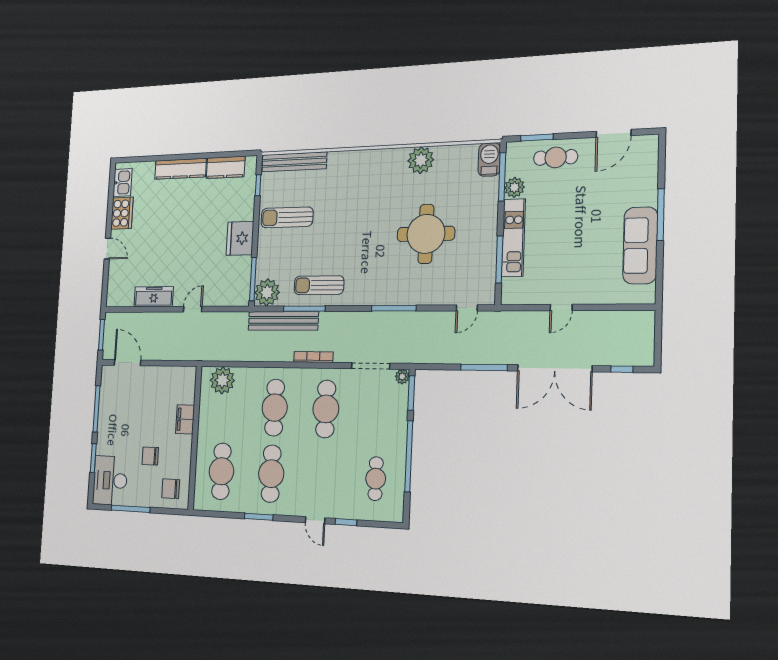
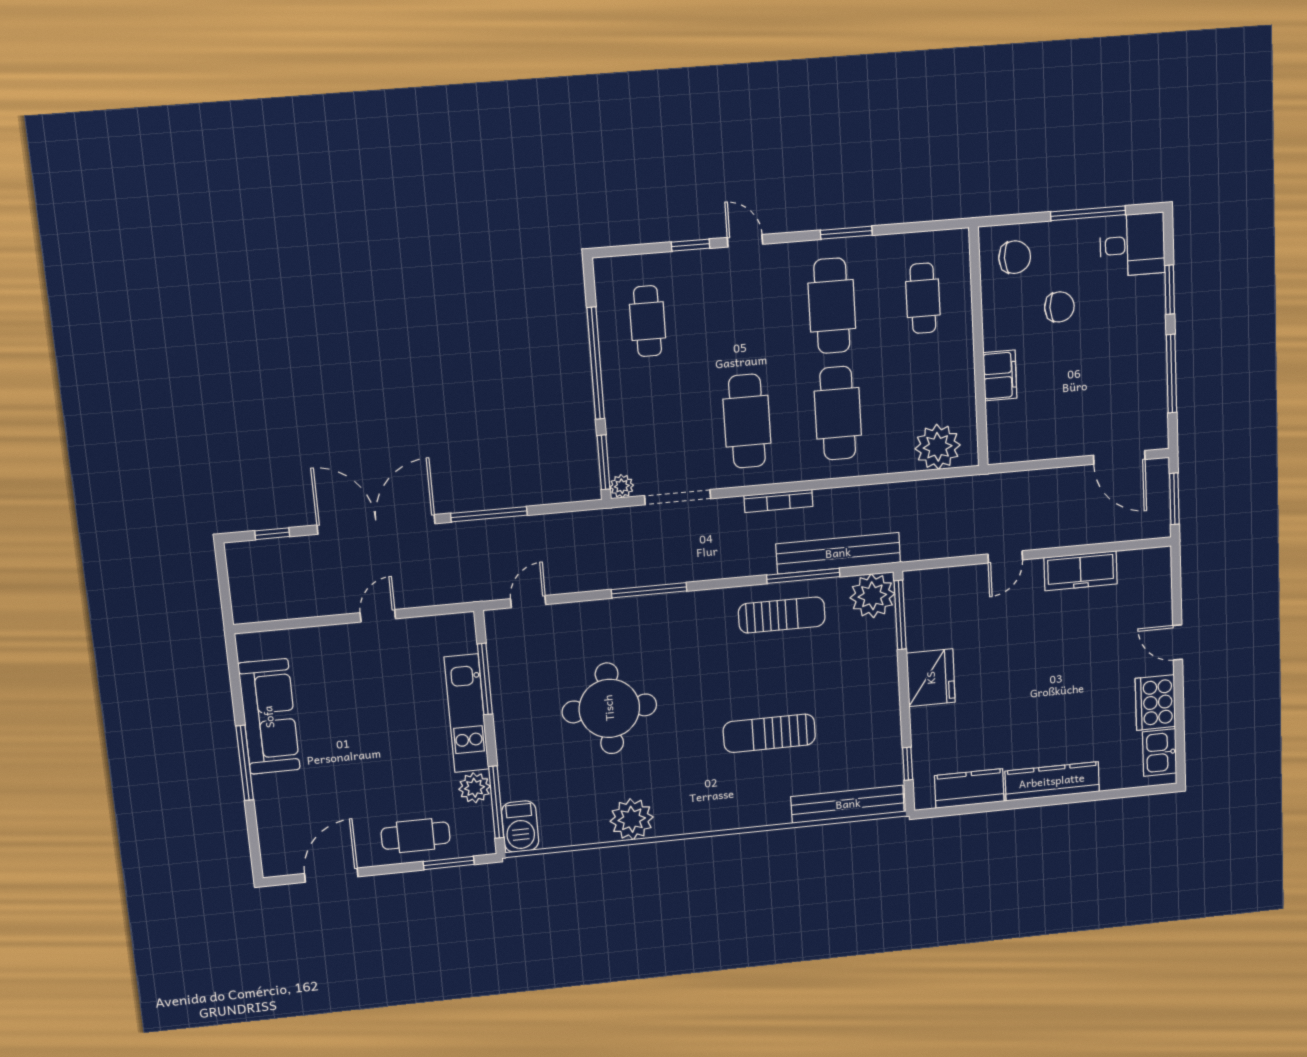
sun lounger: (287, 217) -> (769, 733), moved, turned 180
cafe table: (221, 471) -> (923, 298), width x0.73, depth x0.74
desk: (110, 480) -> (1132, 245), width x0.73

